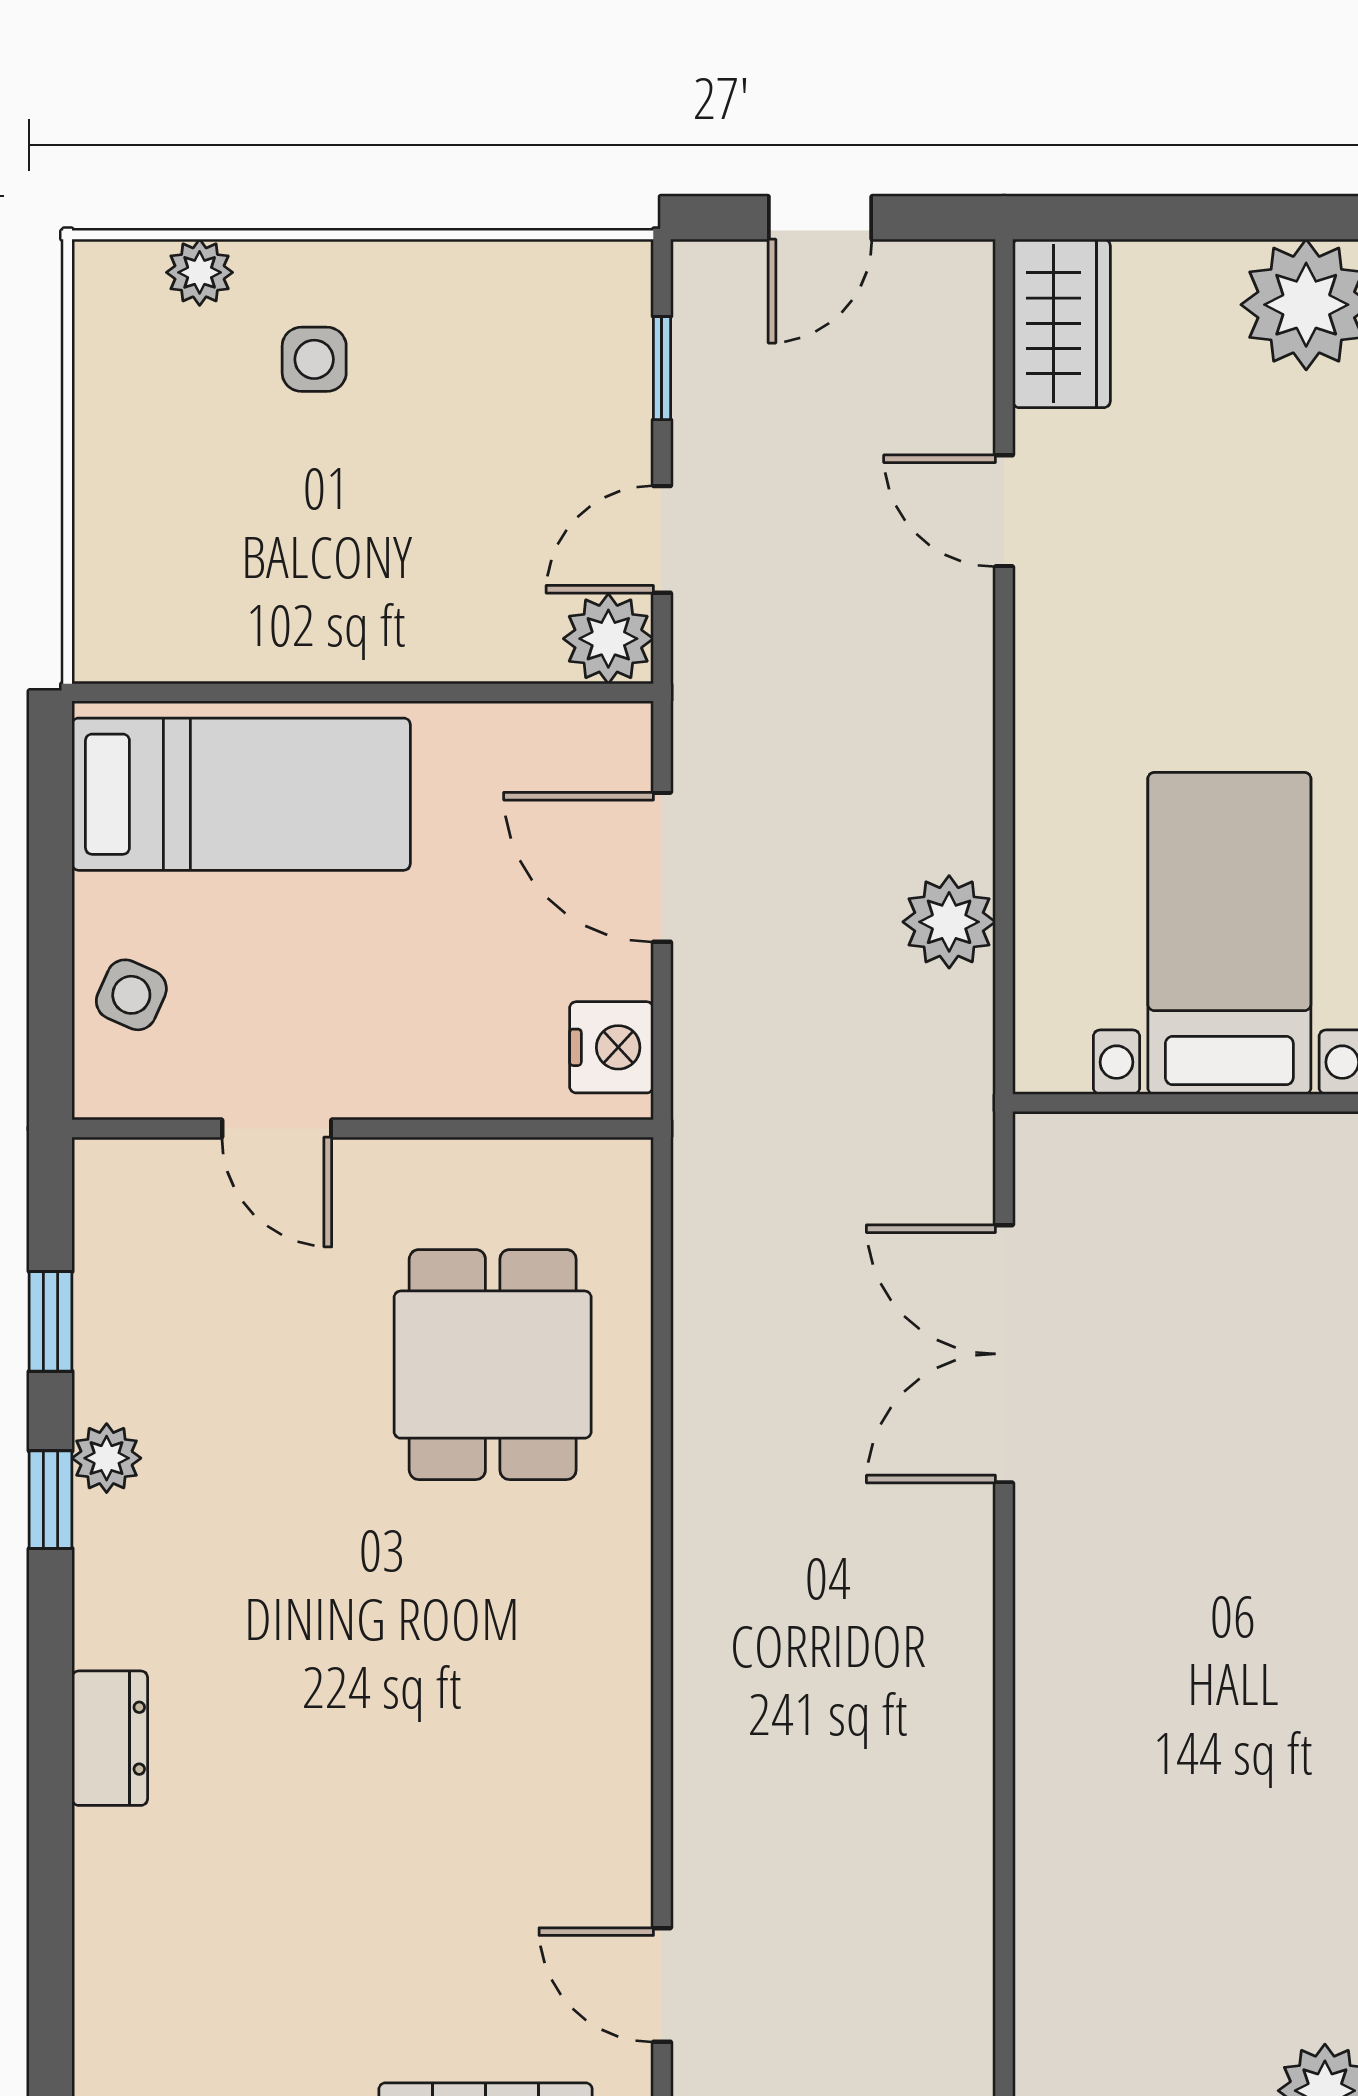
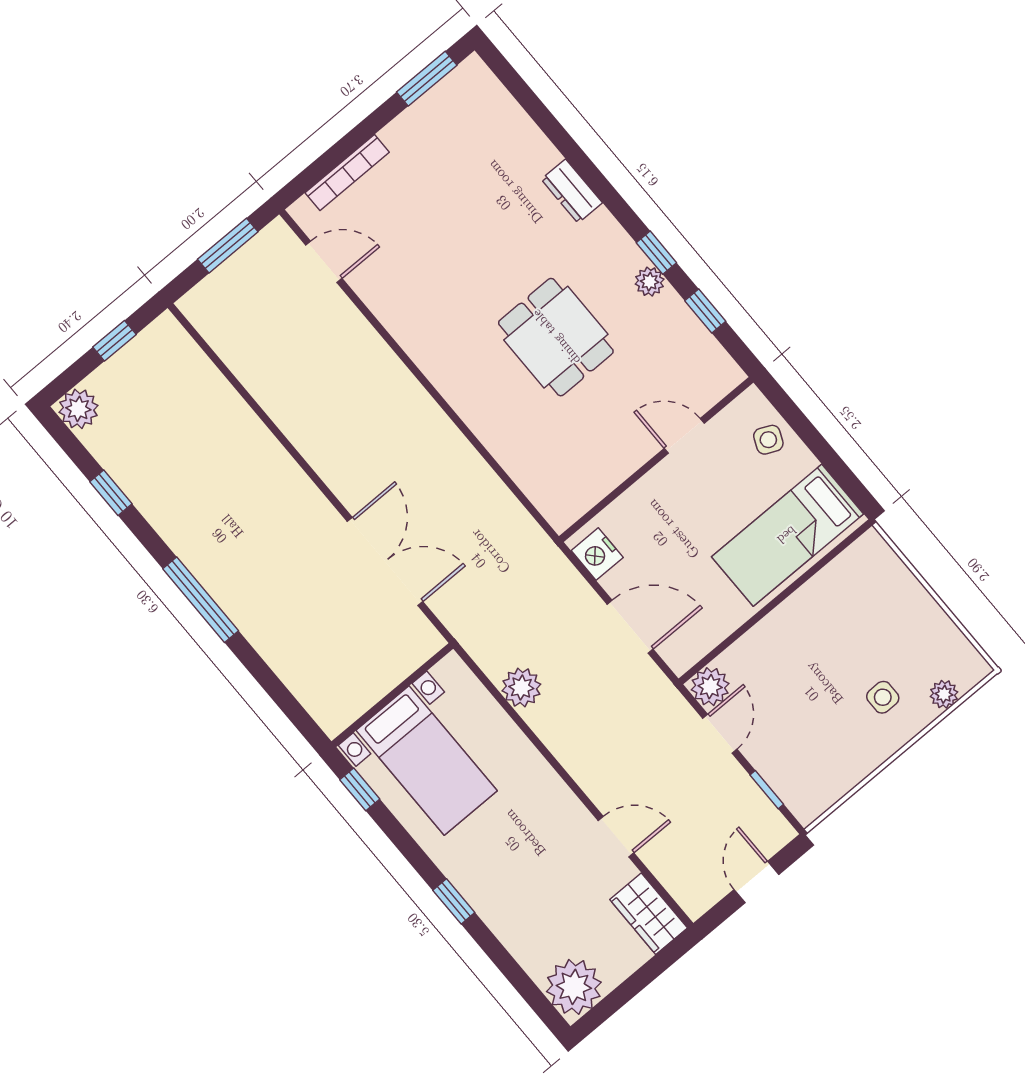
dining table: (493, 1365) -> (556, 337), moved

